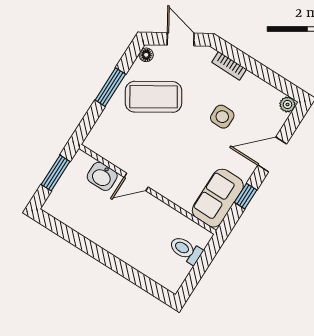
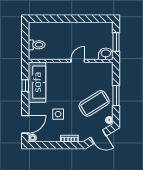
door: (272, 154) -> (25, 124), moved
washbasin: (102, 176) -> (106, 54), moved
sofa: (218, 198) -> (37, 82), width x1.36

